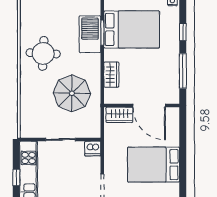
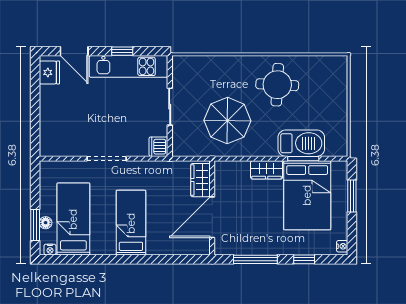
wardrobe: (111, 75) -> (267, 170), moved
bed: (154, 165) -> (131, 223), width x0.67

